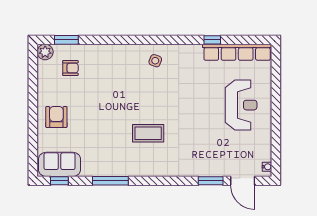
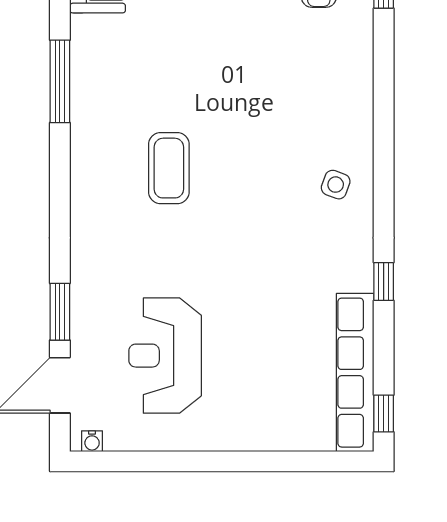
window: (212, 40) -> (384, 281), moved
window: (255, 40) -> (384, 413), added
reception desk: (241, 105) -> (165, 356), moved, turned 90

